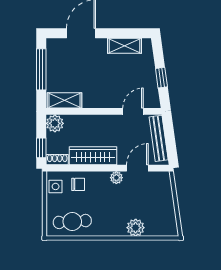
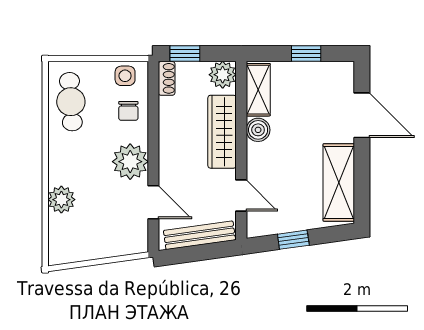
shelving: (124, 46) -> (339, 182), width x1.50, depth x1.33
window: (41, 69) -> (306, 54), width x0.46
boiler: (90, 100) -> (258, 130), added
wardrobe: (93, 156) -> (222, 132), moved, turned 180
plant: (116, 178) -> (130, 162), width x1.88, depth x1.88

